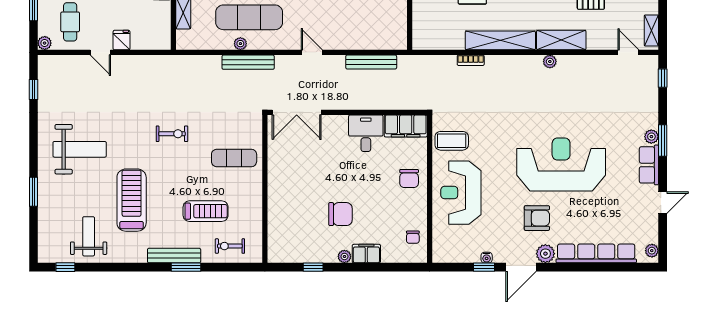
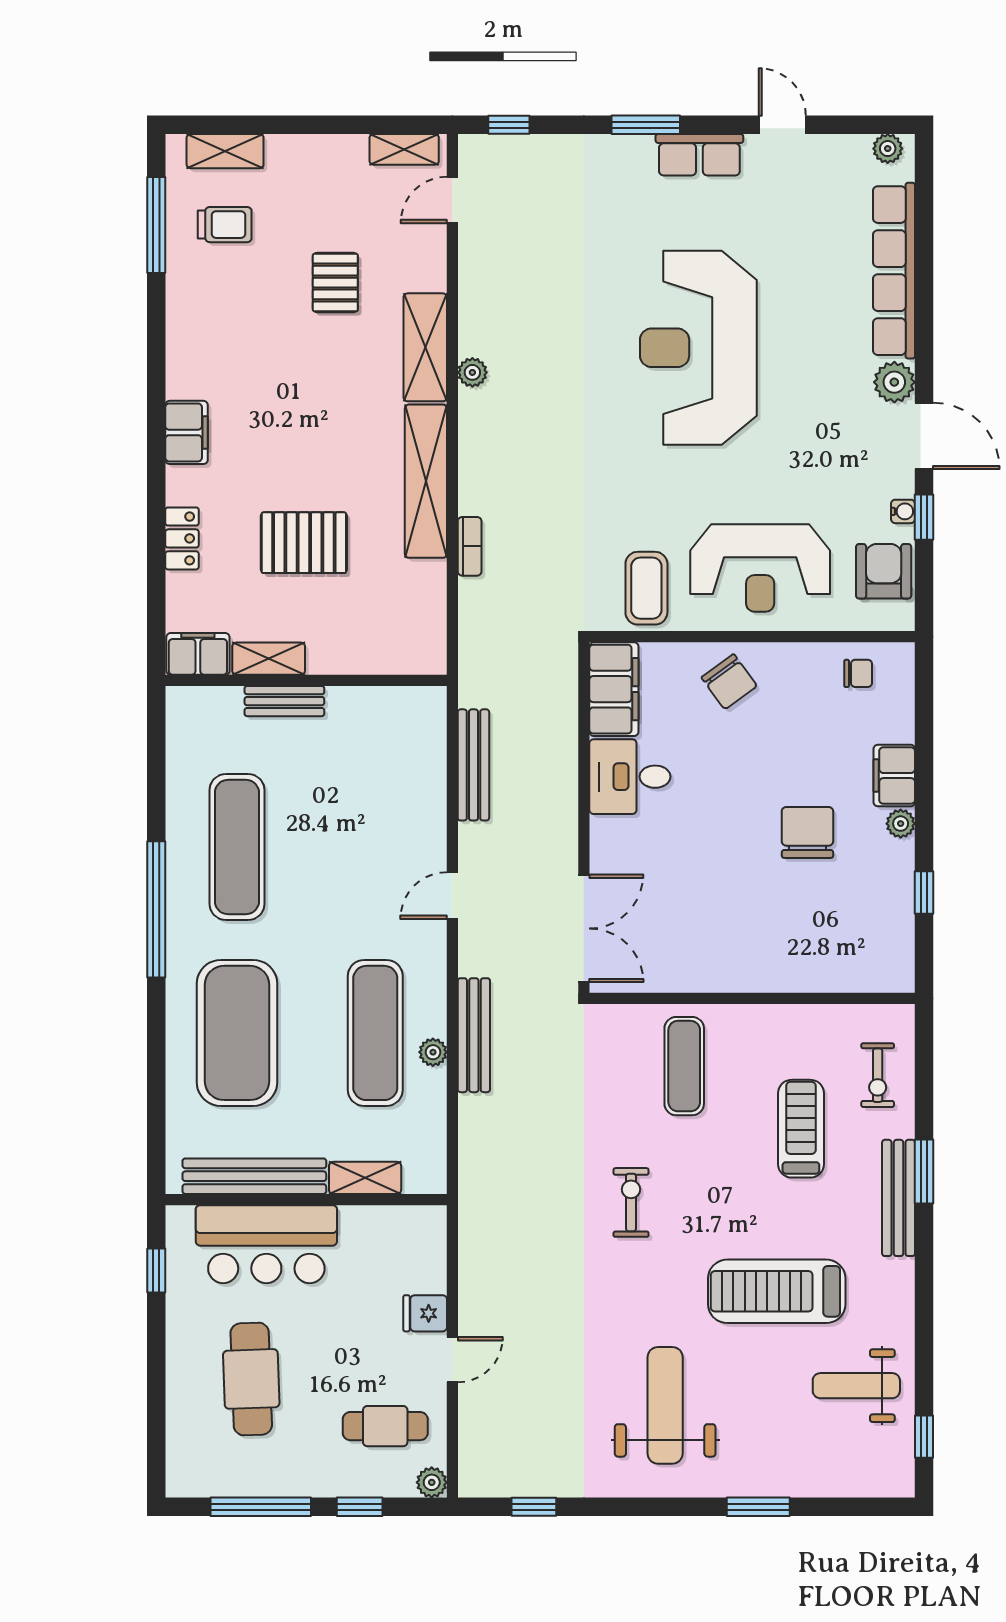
plant: (651, 137) -> (637, 149), removed
chair: (409, 178) -> (729, 682), turned 54
armchair: (537, 218) -> (884, 571), moved

